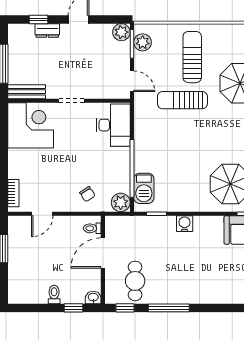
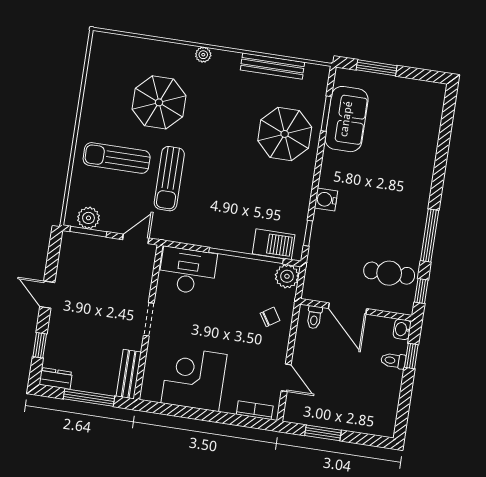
dresser: (47, 30) -> (56, 378), moved, turned -90
plant: (121, 32) -> (72, 243), removed
corner desk: (31, 125) -> (194, 379), moved
toilet: (54, 294) -> (393, 361), moved

